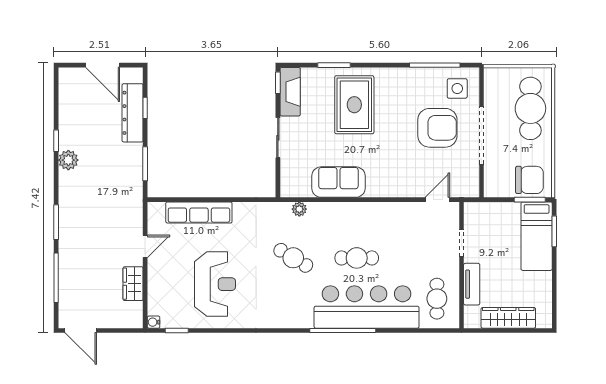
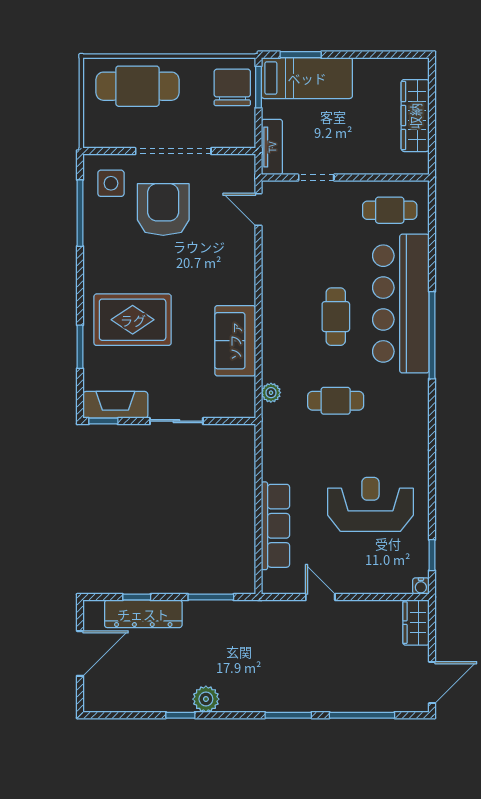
cafe table: (293, 258) -> (336, 401), turned 59
wardrobe: (133, 284) -> (416, 623), moved, turned 90
tv unit: (472, 284) -> (272, 147), moved, turned 90

